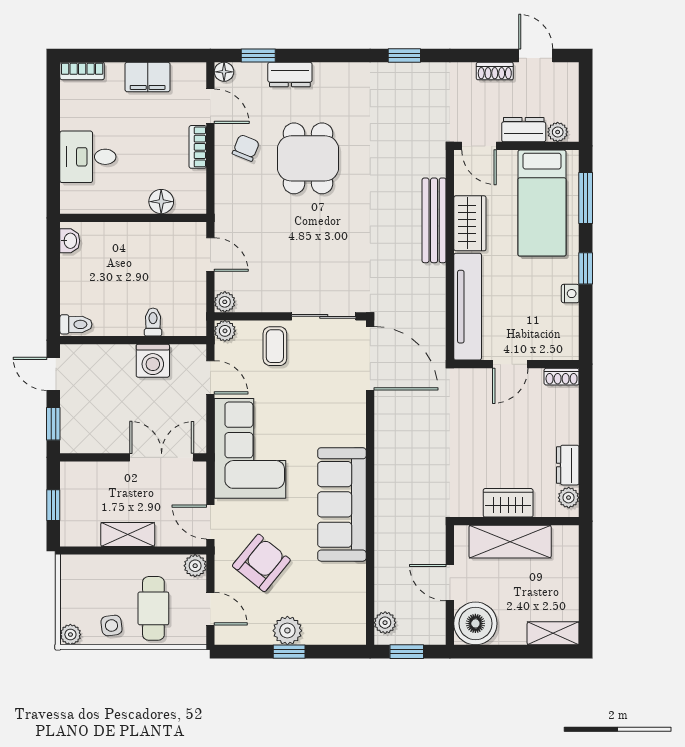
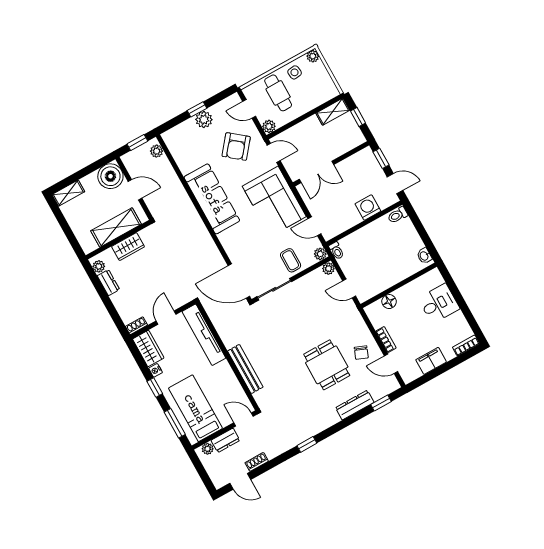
floor lamp: (224, 72) -> (394, 385), removed
dresser: (290, 74) -> (355, 405), width x1.44
wardrobe: (470, 223) -> (148, 348), moved, turned 180
toilet: (153, 322) -> (336, 251), moved
washing machine: (153, 361) -> (368, 207), moved
shelving: (128, 534) -> (333, 112), moved

